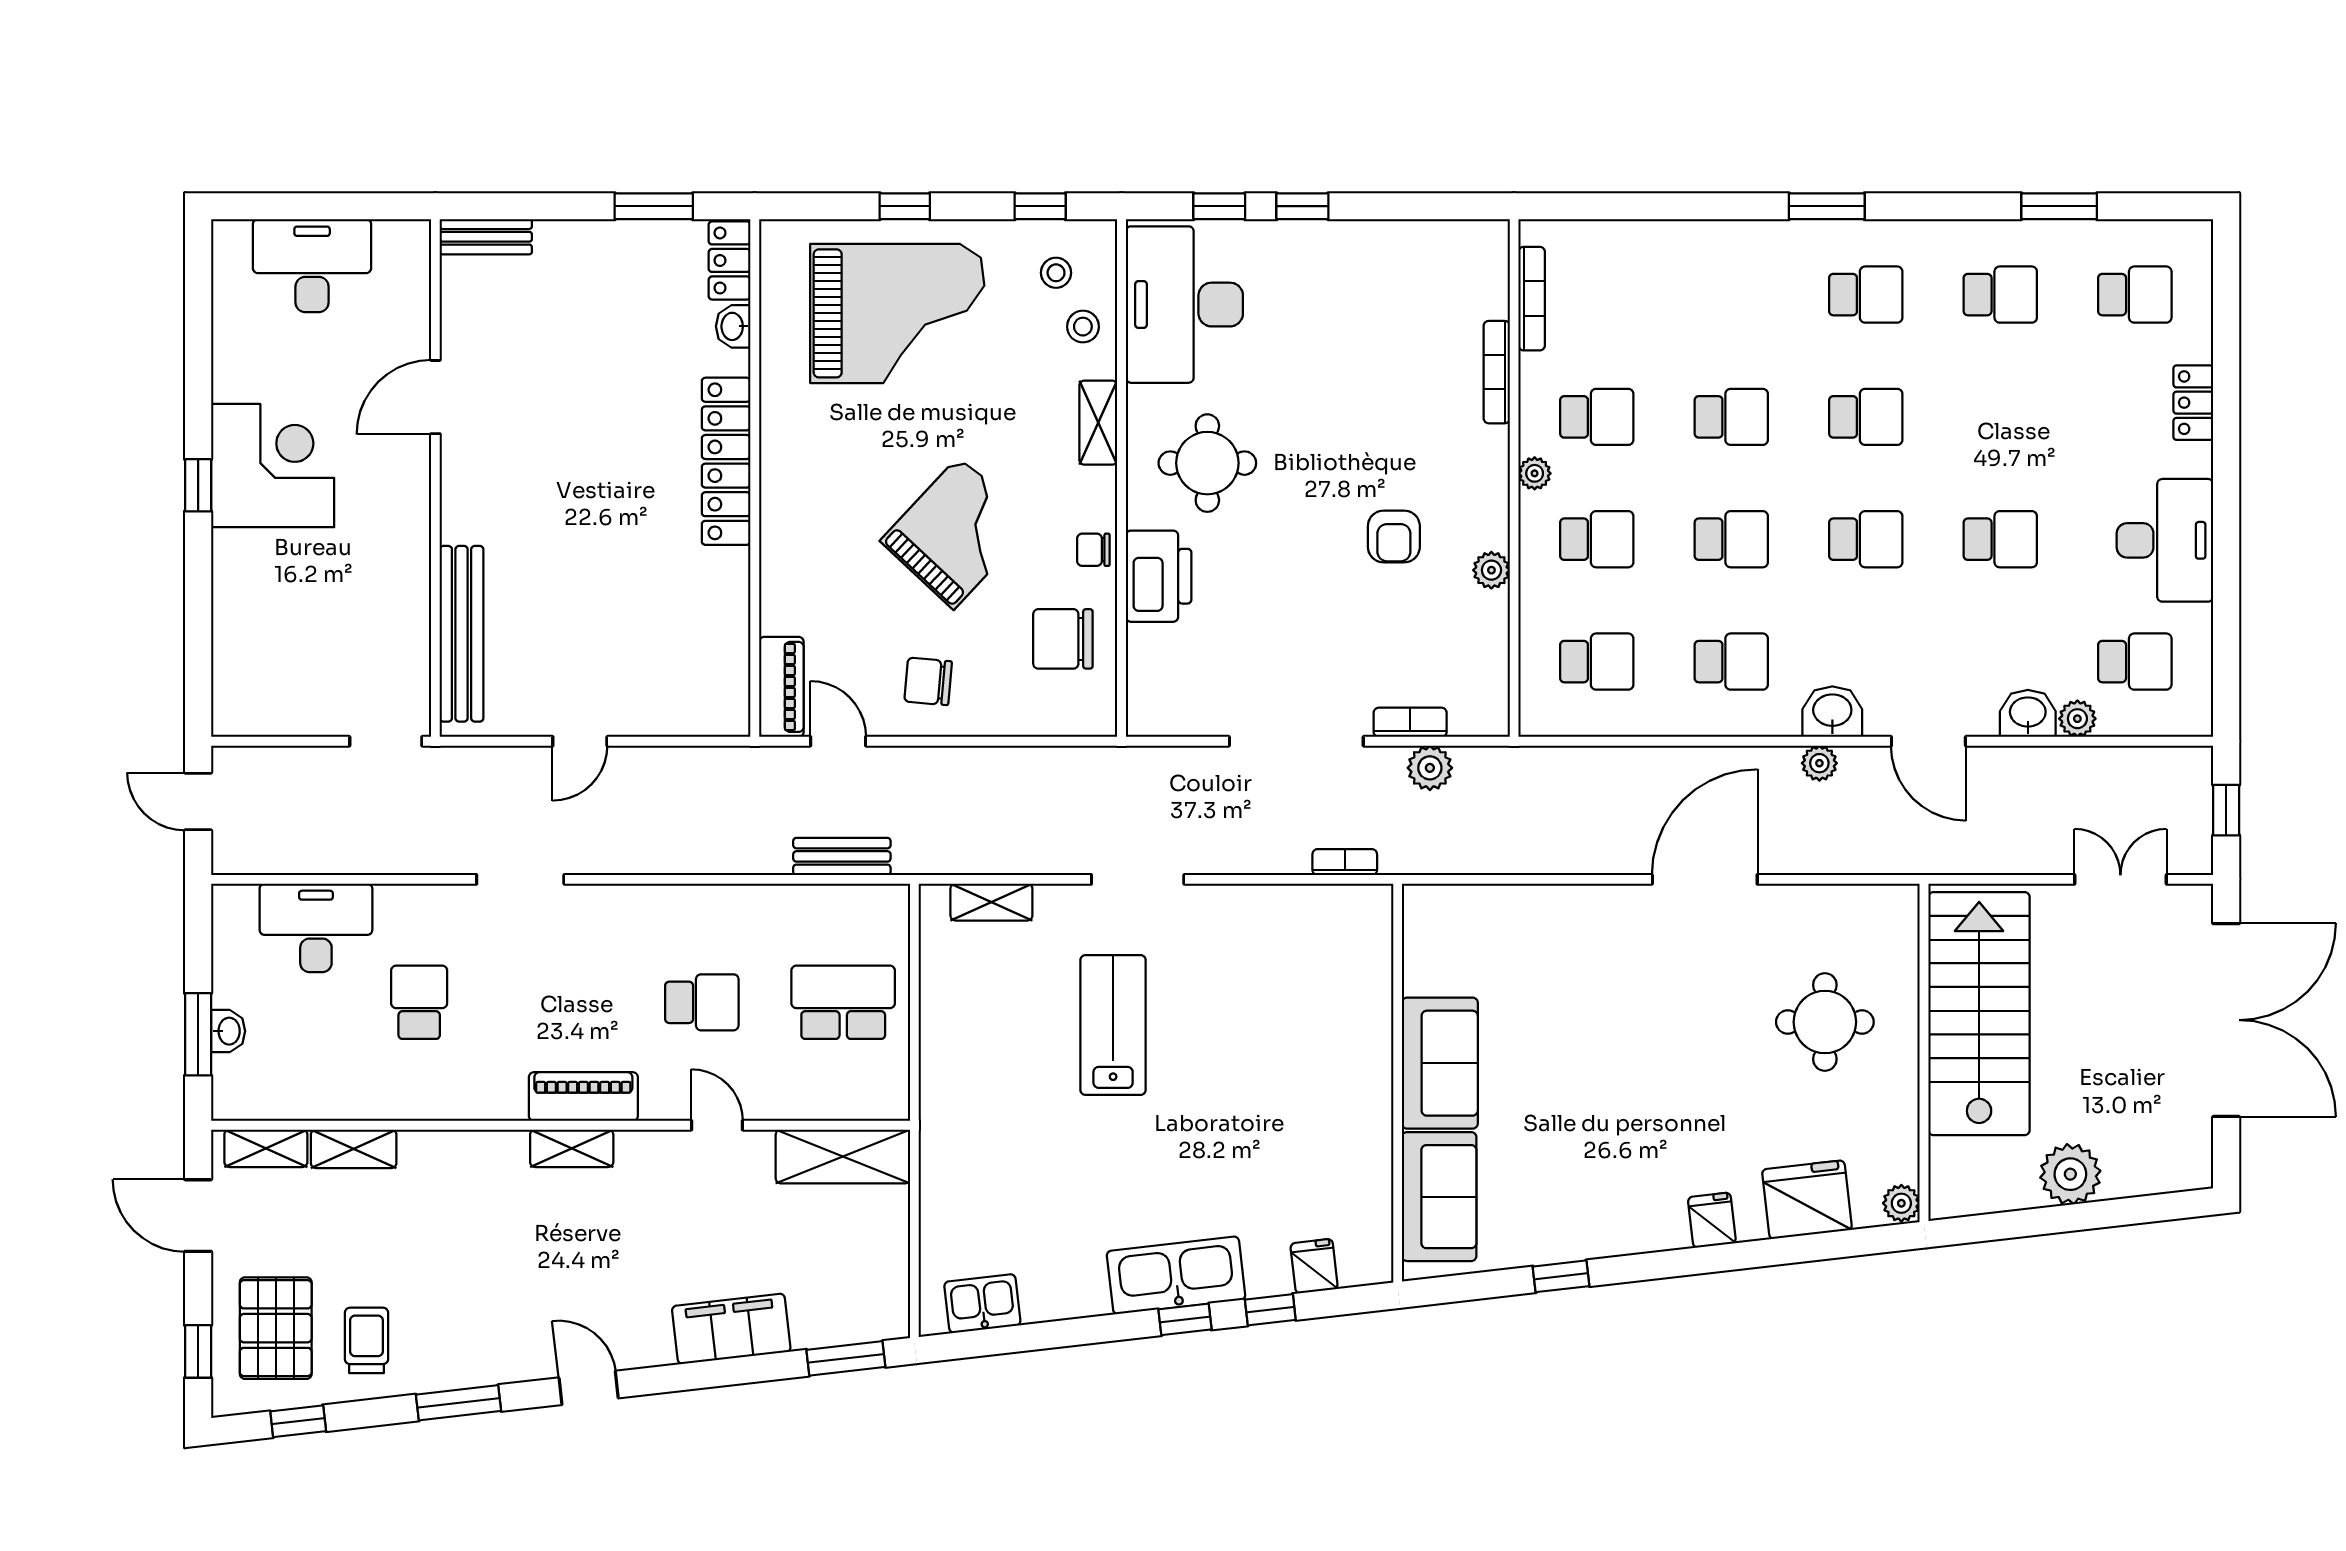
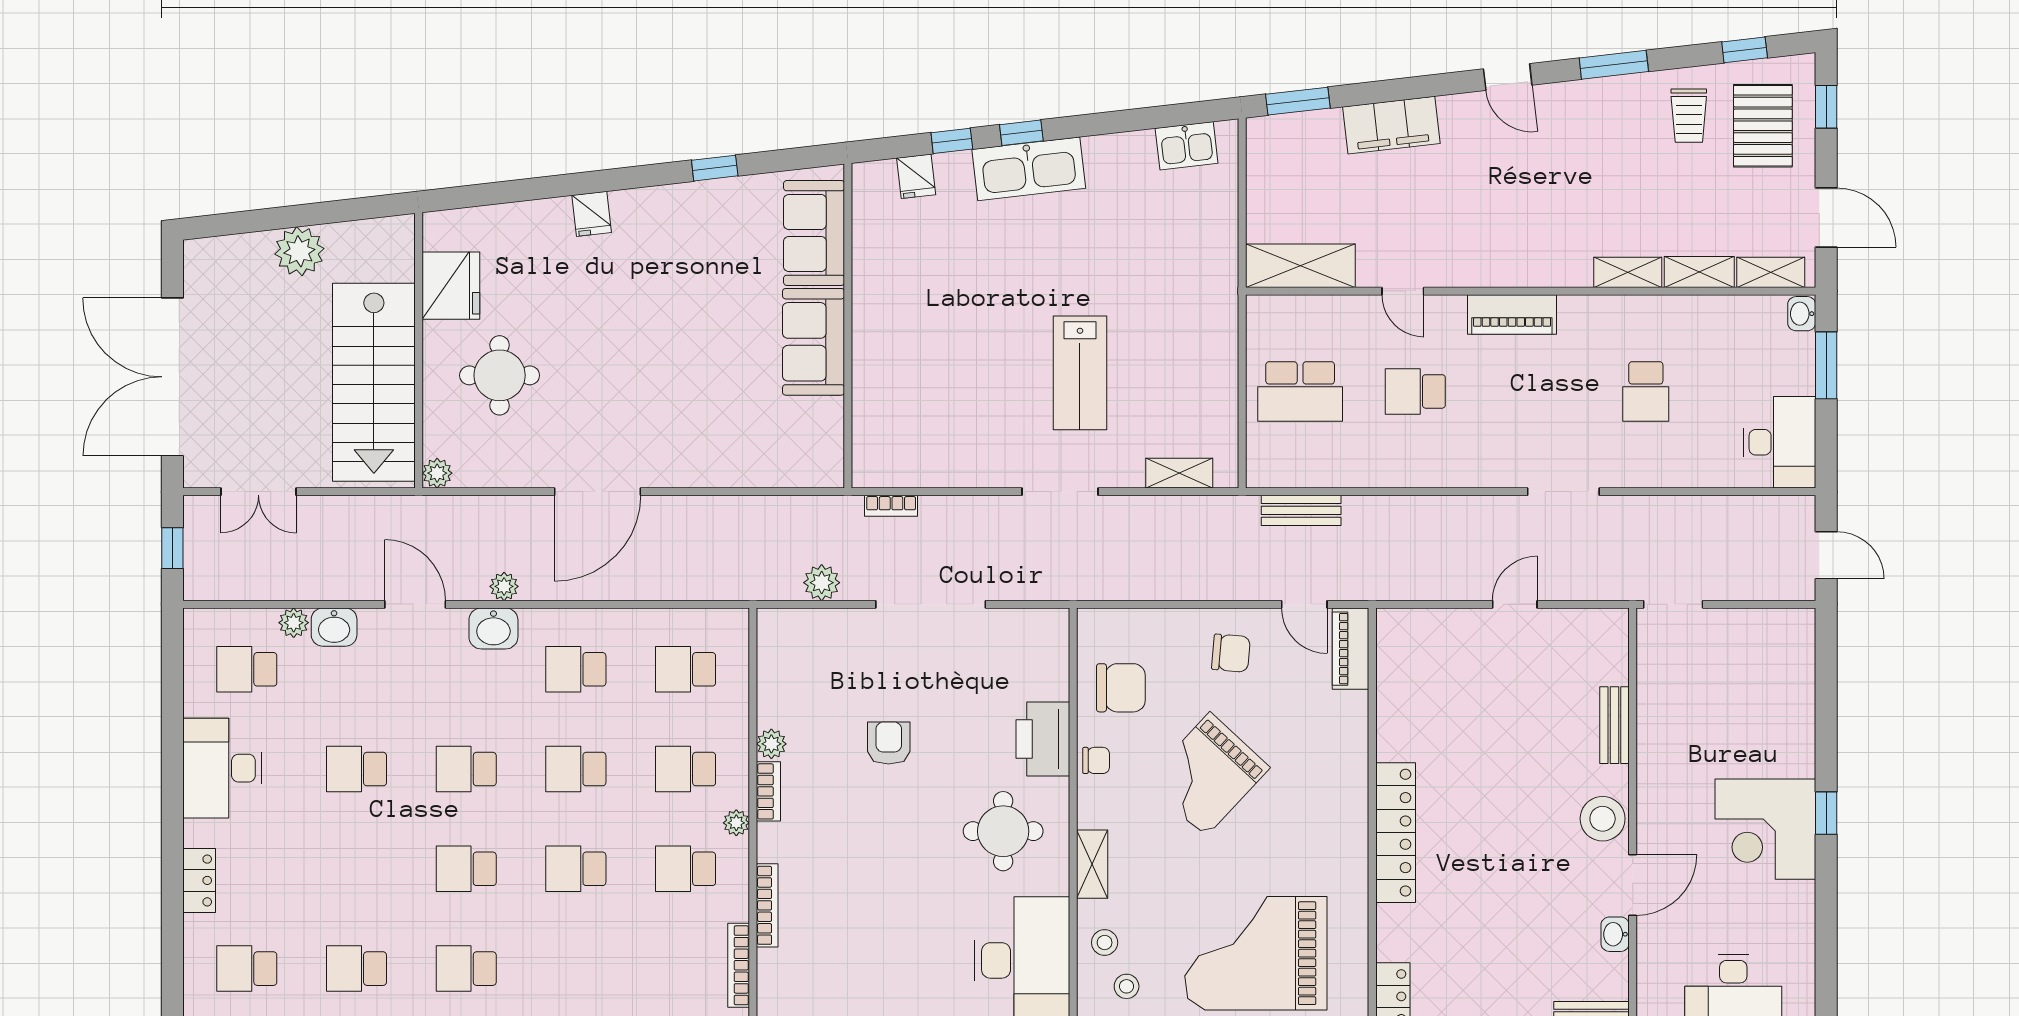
washbasin: (733, 326) -> (1615, 934), moved, turned 180
stool: (472, 478) -> (1603, 819), added
armchair: (1394, 536) -> (889, 743), moved
bench: (462, 634) -> (1614, 725), width x0.54, depth x0.82
bookcase: (1410, 722) -> (768, 791), moved, turned -90
desk: (316, 928) -> (1780, 442), moved, turned -90
washbasin: (228, 1031) -> (1802, 314), moved
shelving: (572, 1148) -> (1628, 272), moved
fridge: (1807, 1200) -> (451, 286), moved, turned -83
plant: (1901, 1203) -> (437, 473), moved

